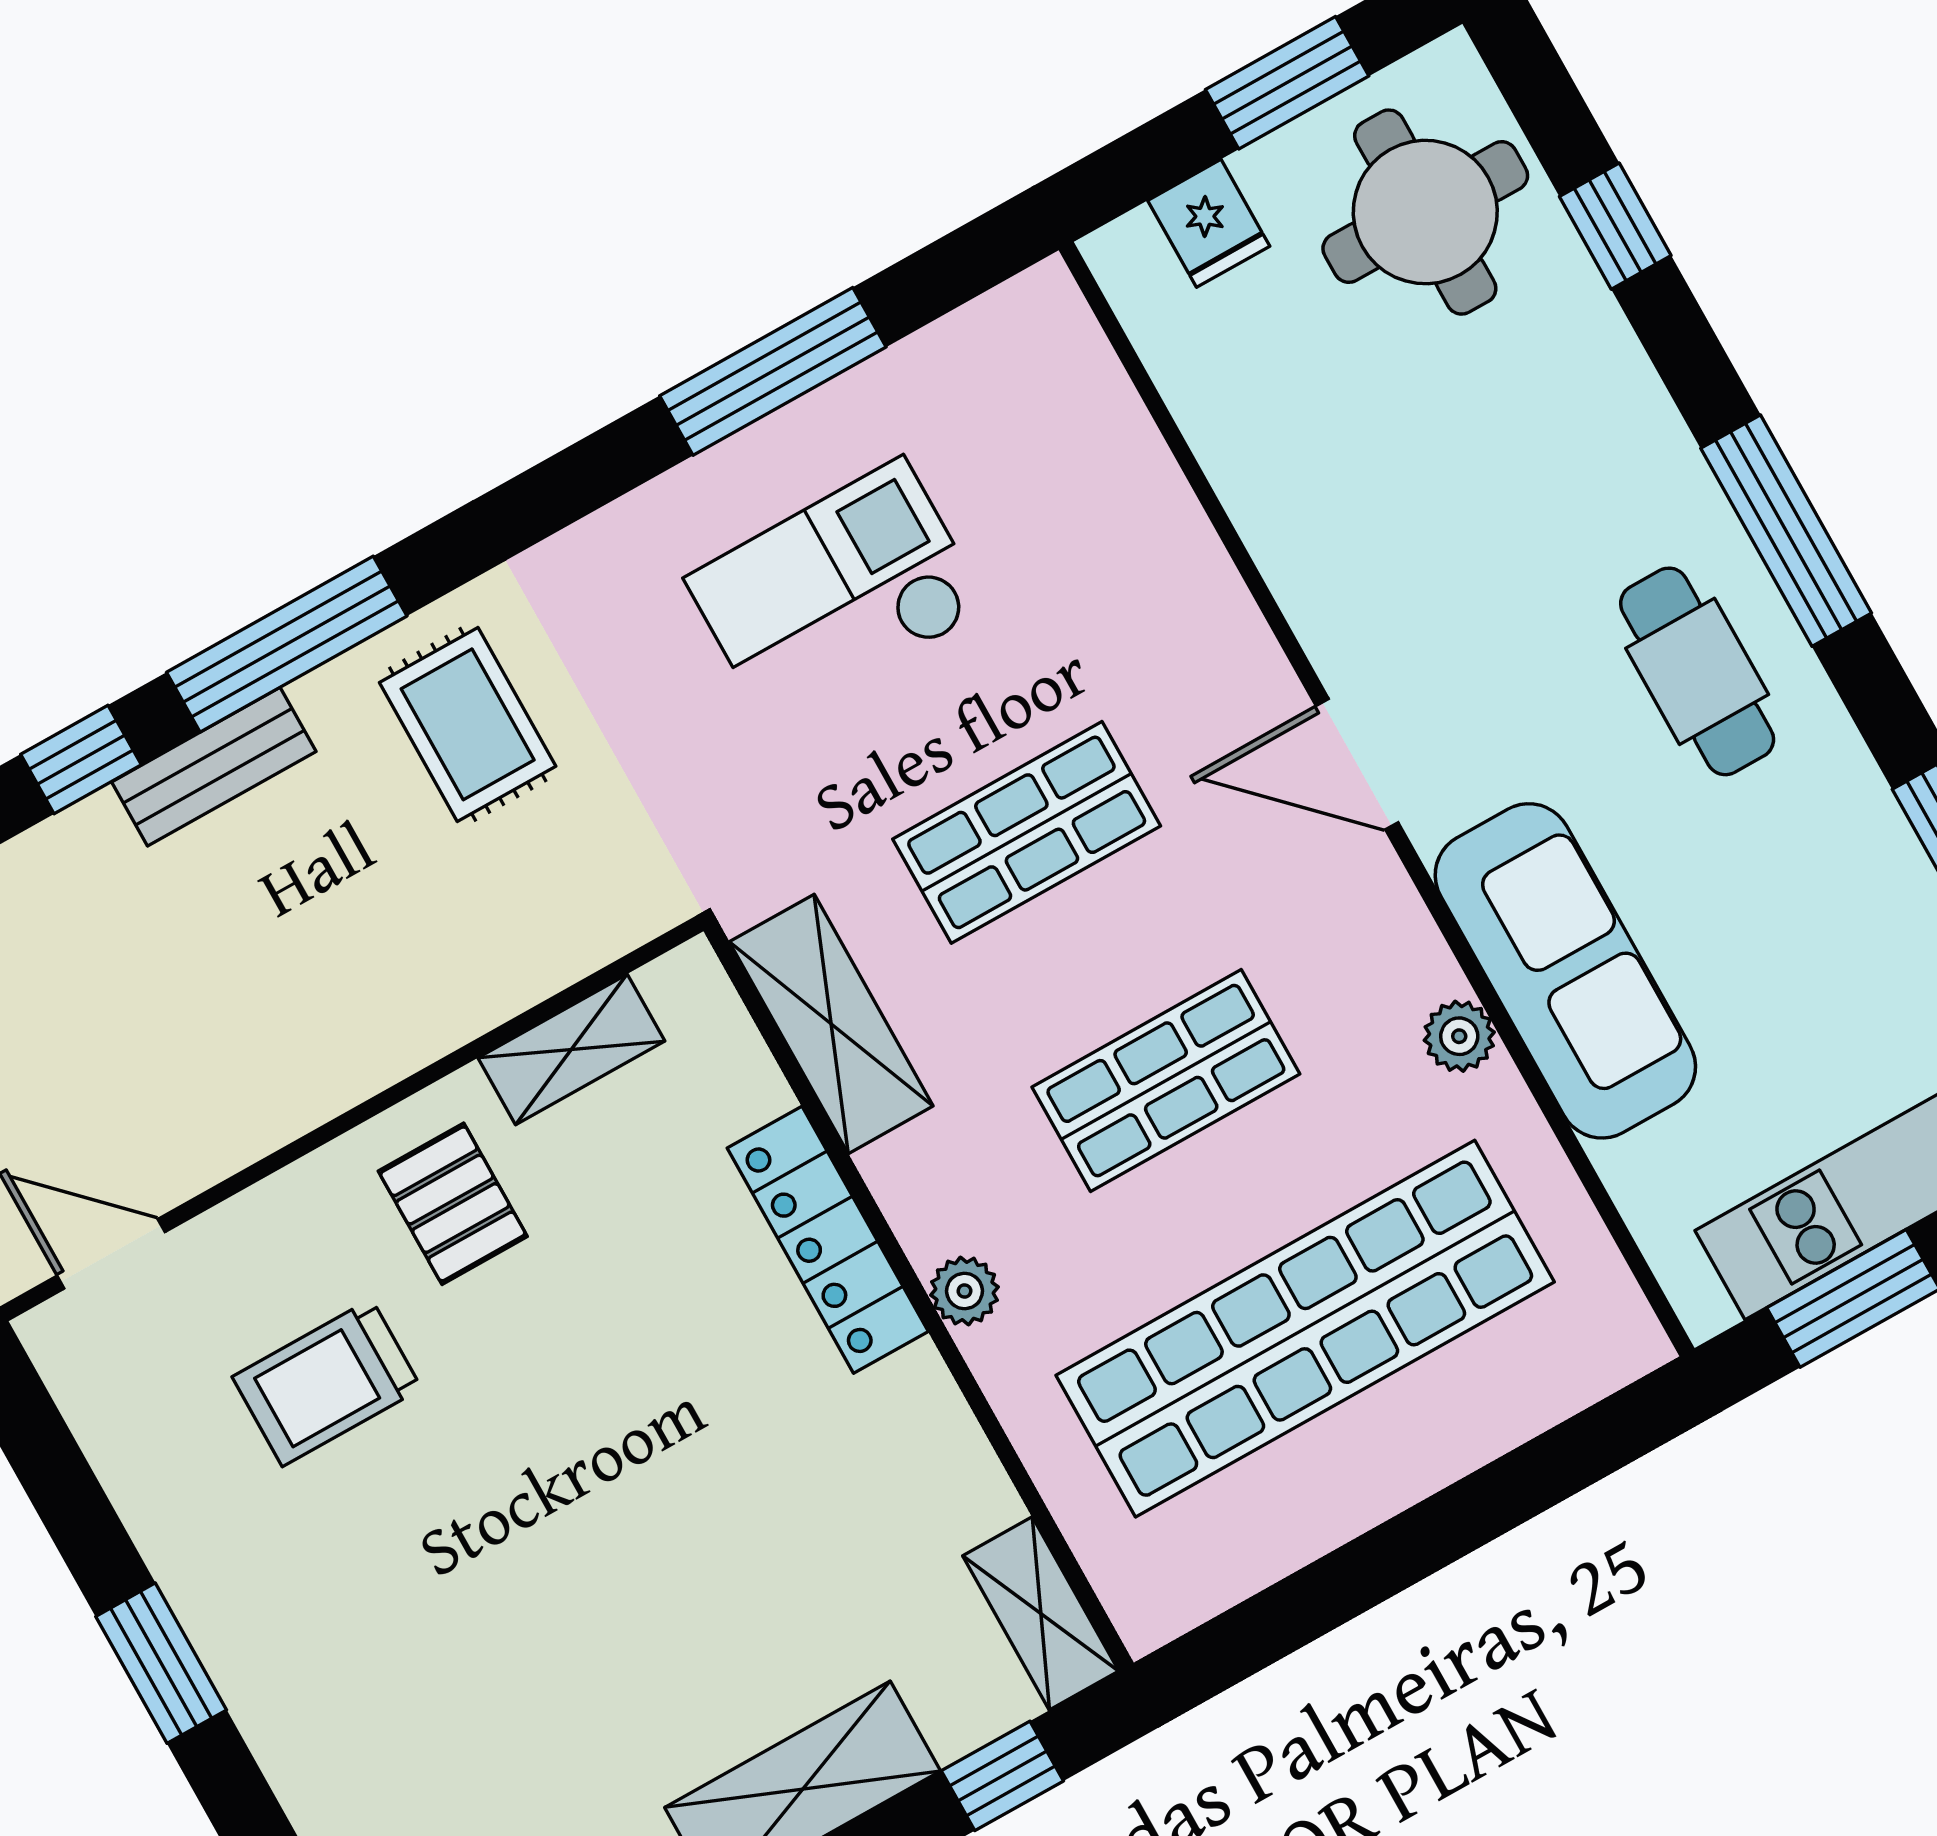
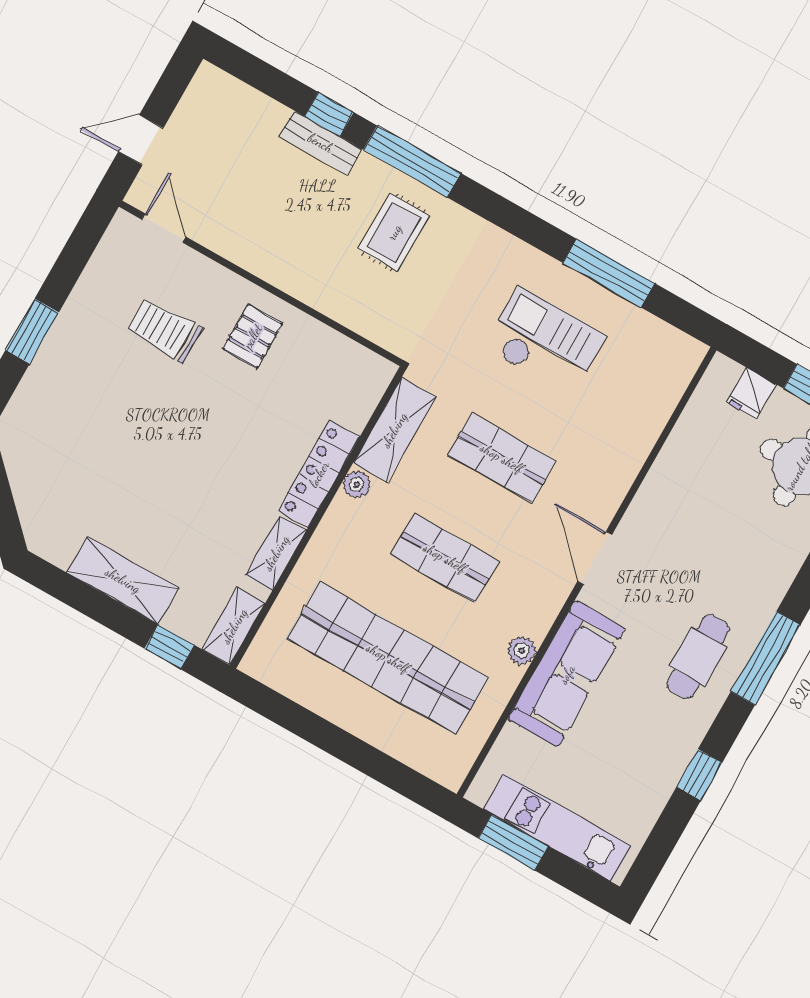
rug: (468, 724) -> (394, 232), moved
bench: (214, 767) -> (321, 143), moved
shelving: (571, 1049) -> (276, 553), moved, turned 90
plant: (965, 1291) -> (357, 484), moved

